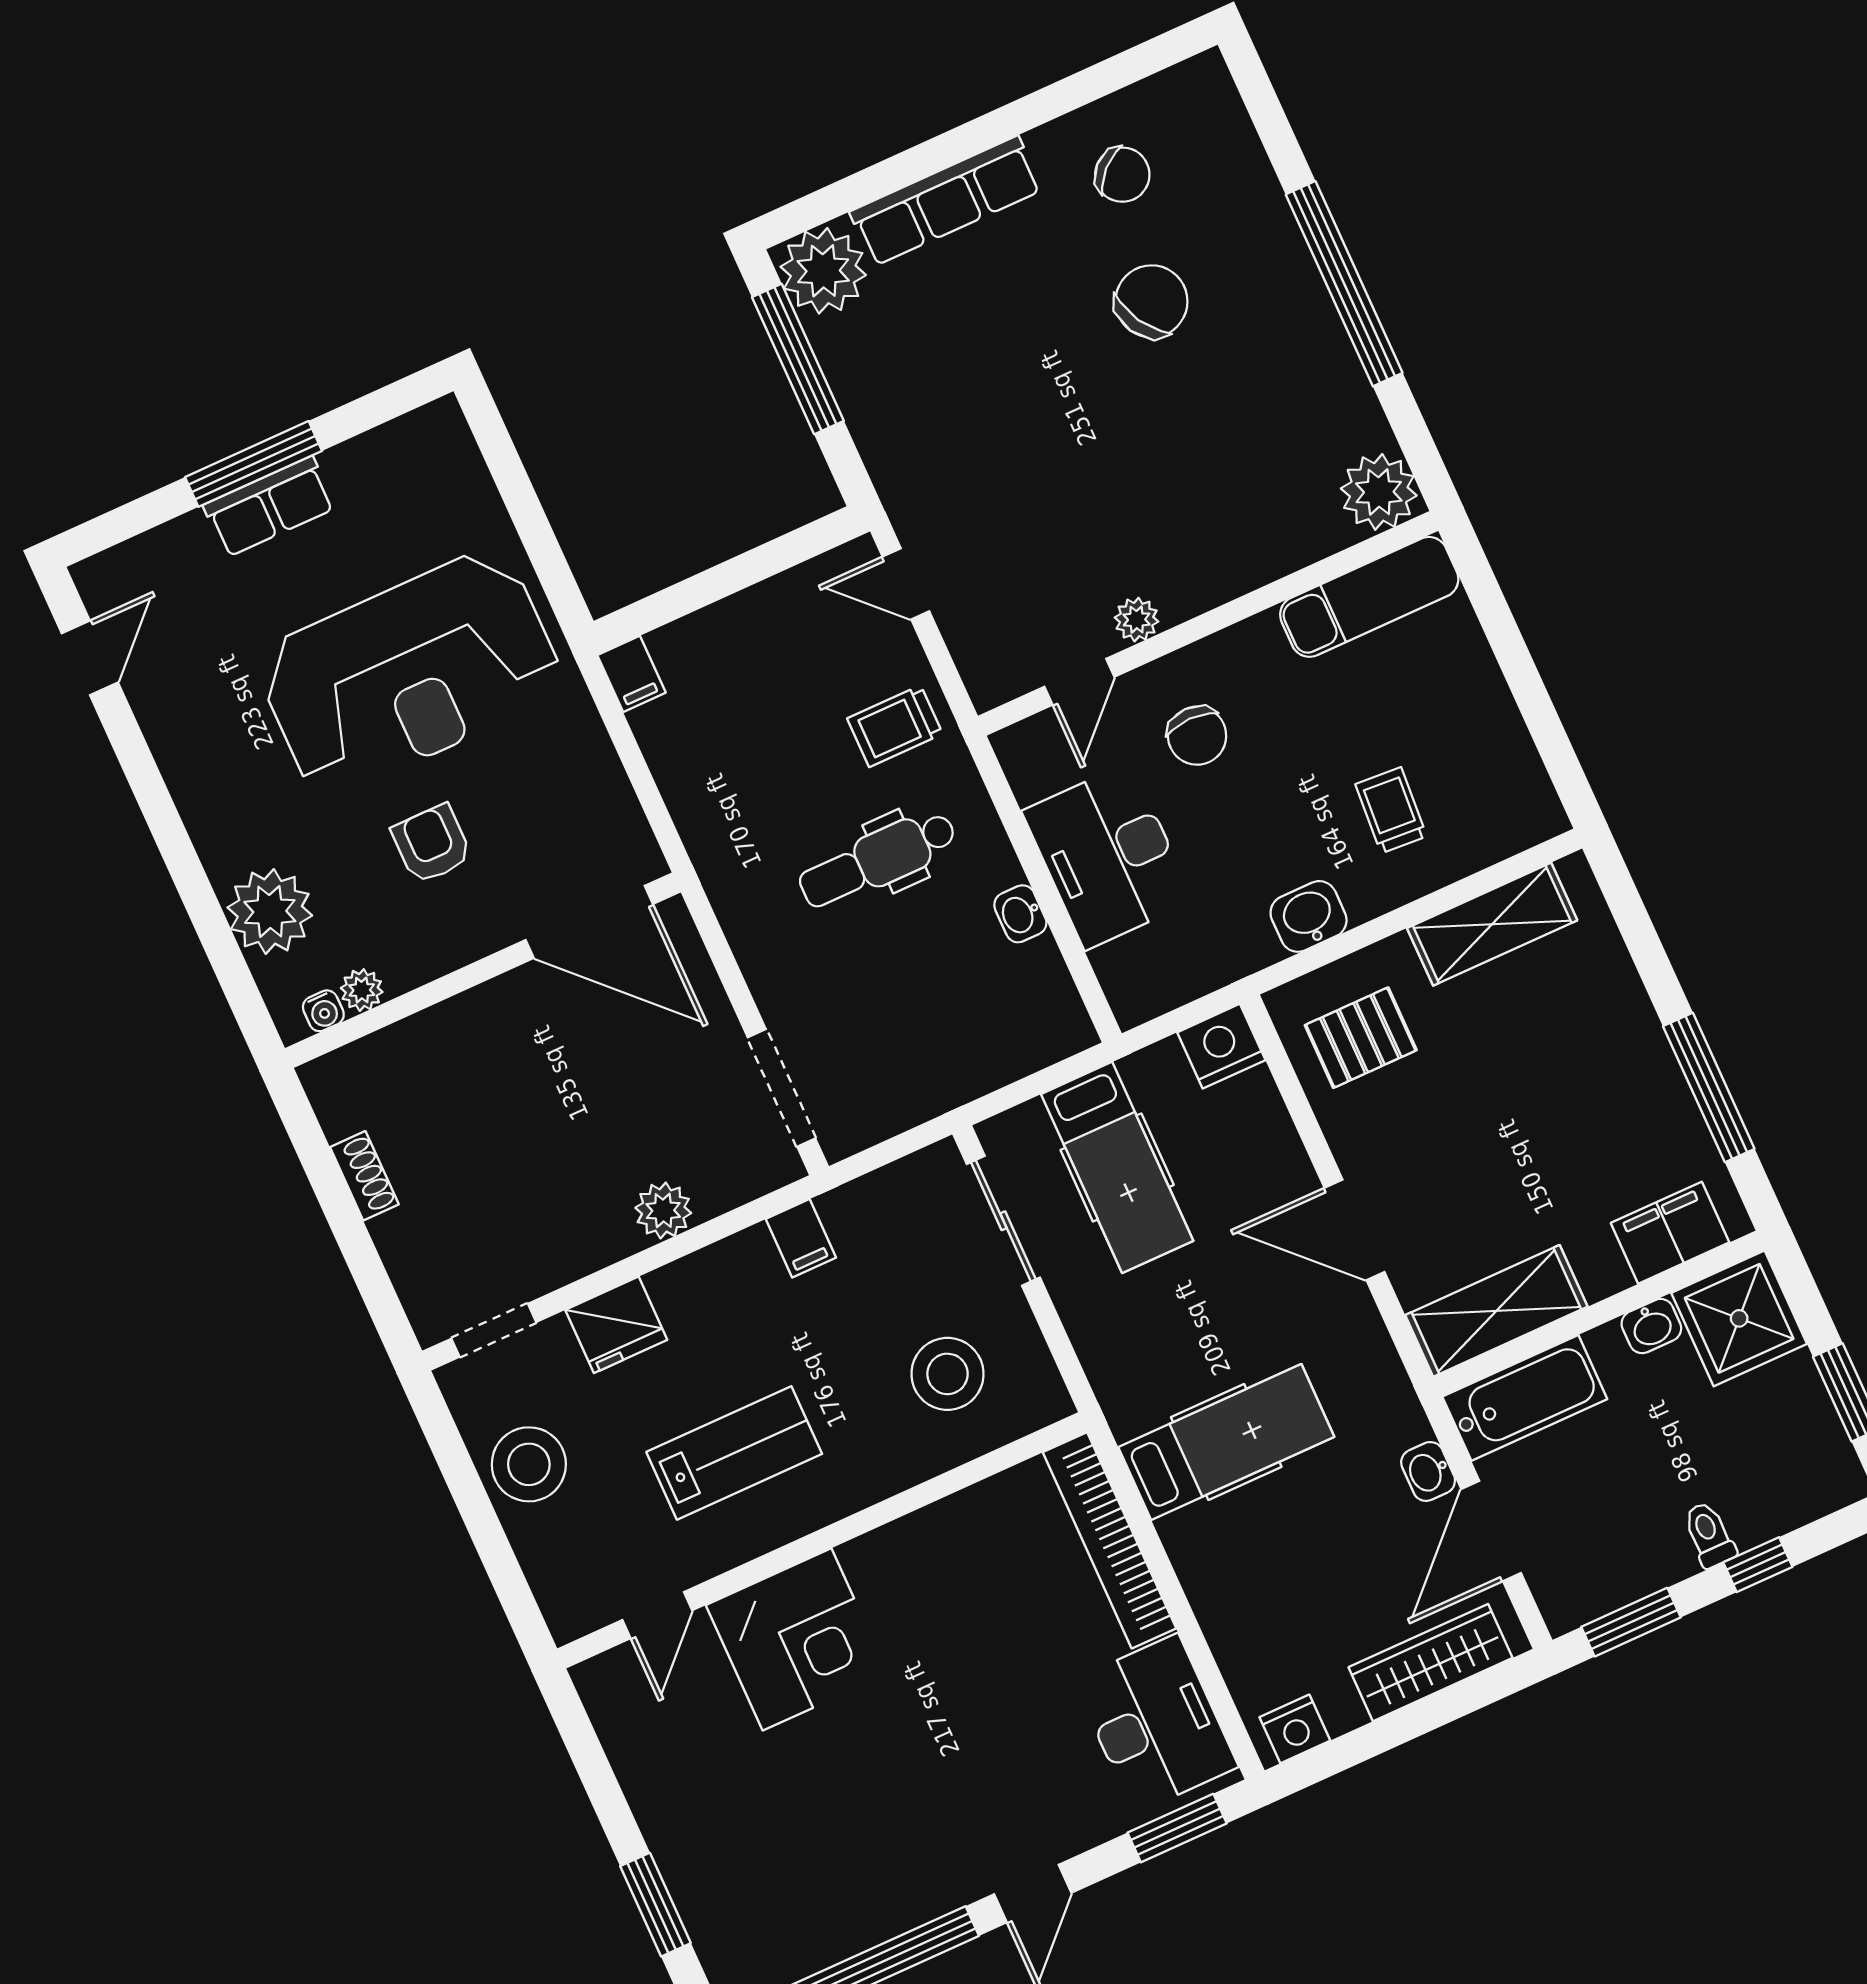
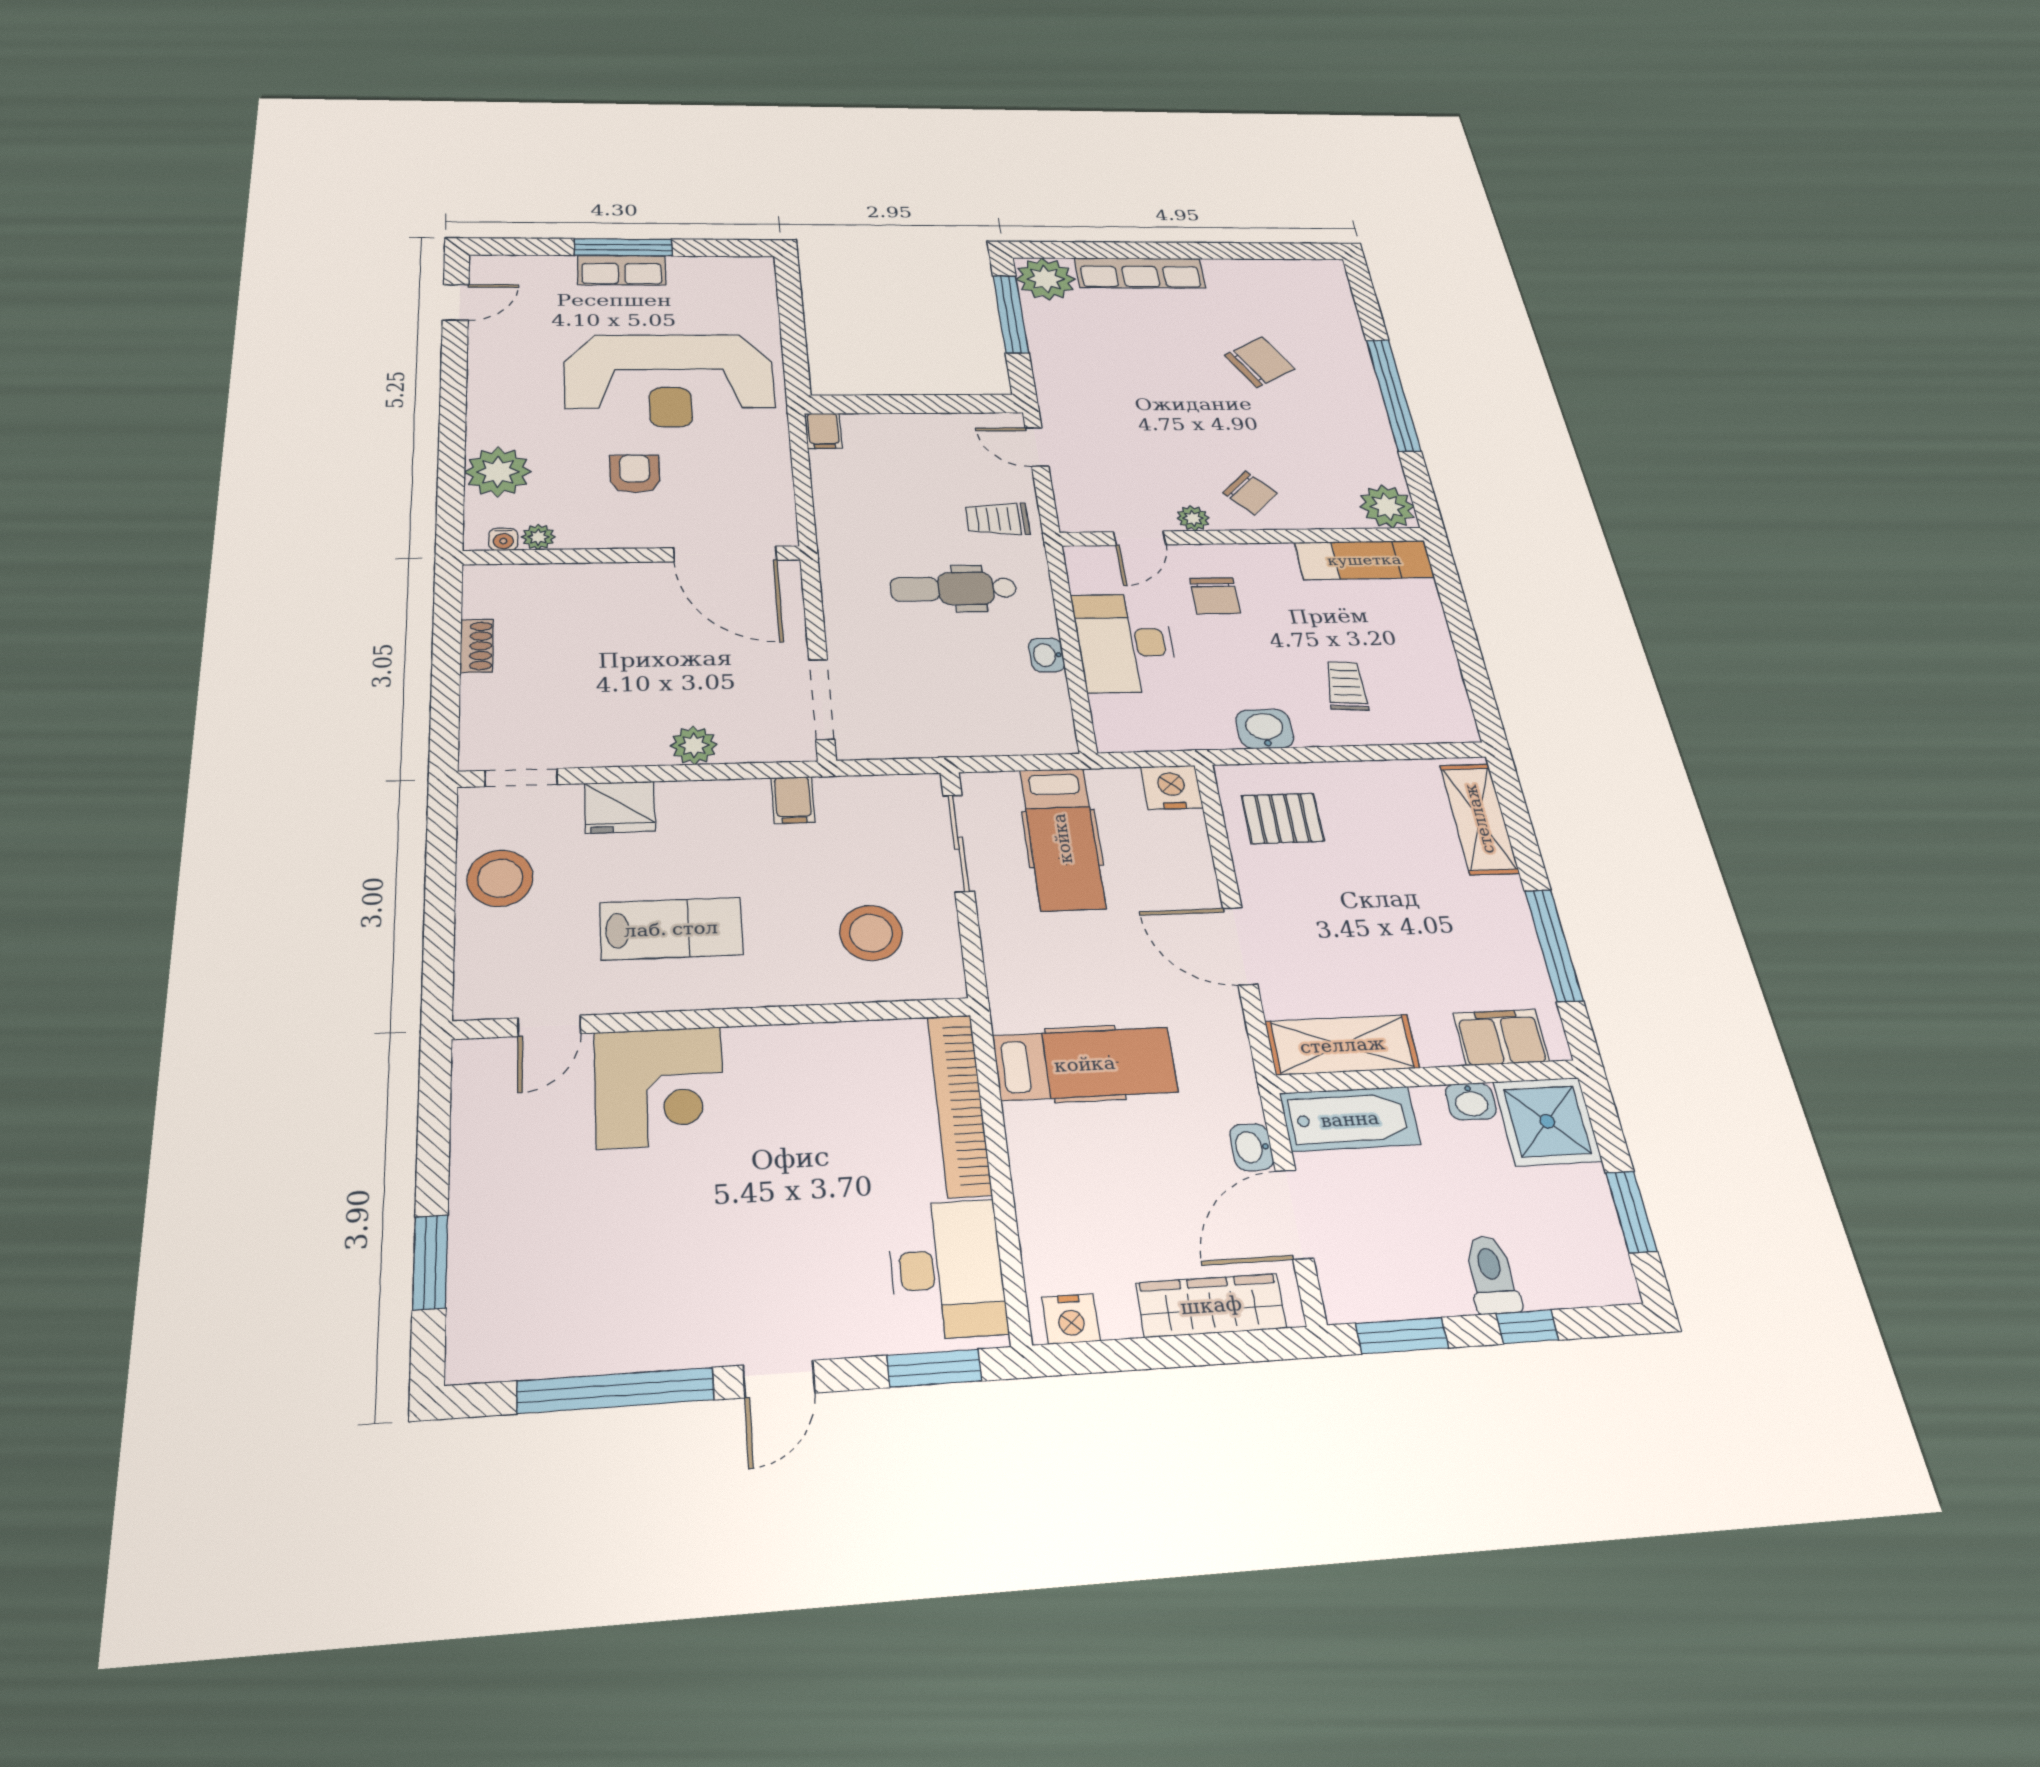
chair: (1122, 175) -> (1250, 493), moved
shelving: (1492, 924) -> (1479, 819), moved, turned 90
toilet: (1709, 1535) -> (1492, 1275), width x1.37, depth x1.39

